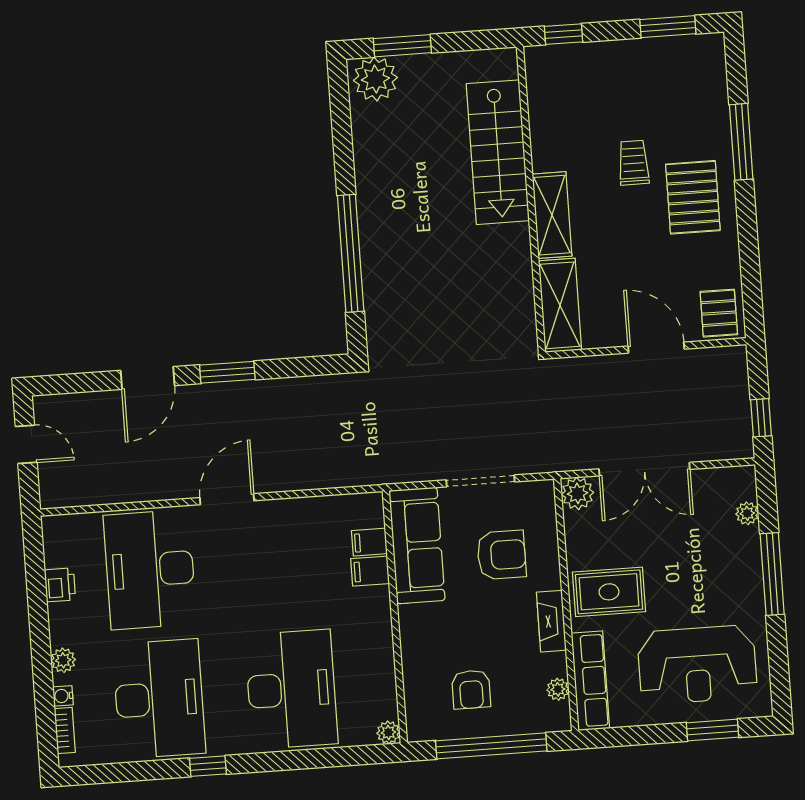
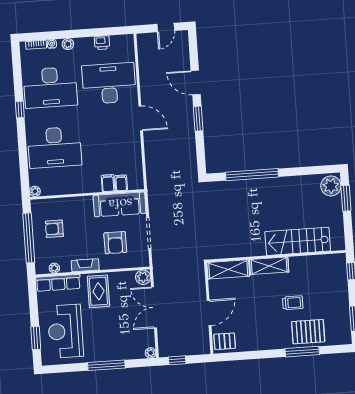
pallet: (693, 197) -> (308, 332), moved
plant: (747, 513) -> (151, 353), moved

